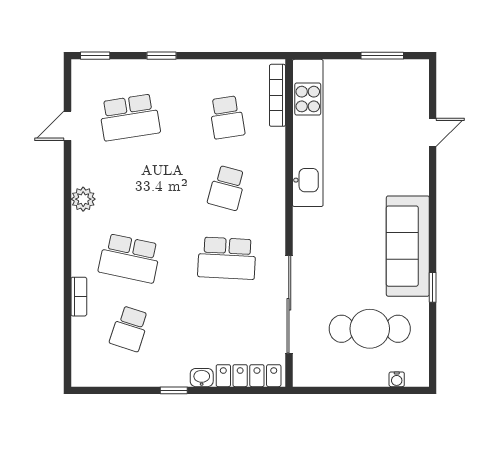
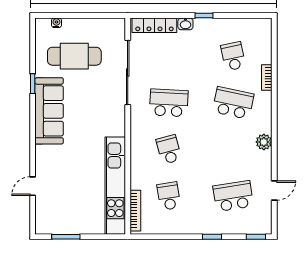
school desk: (227, 188) -> (169, 149), turned -30
school desk: (130, 329) -> (233, 56), turned -30

